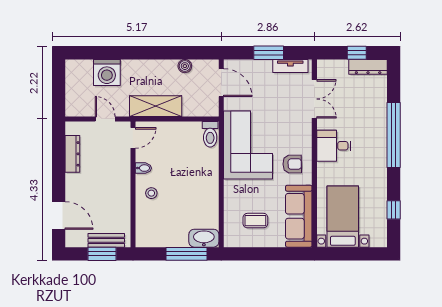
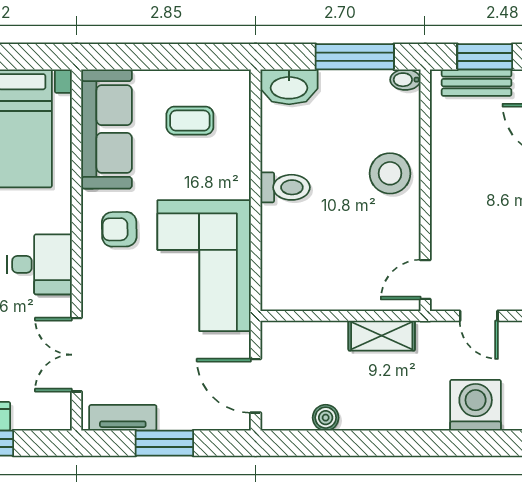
shelving: (156, 106) -> (382, 336), width x0.67, depth x0.75
toilet: (210, 134) -> (285, 187), moved, turned 90
bidet: (143, 168) -> (405, 80), moved
stool: (151, 193) -> (390, 173), width x1.89, depth x1.89
window: (187, 254) -> (355, 57), moved

